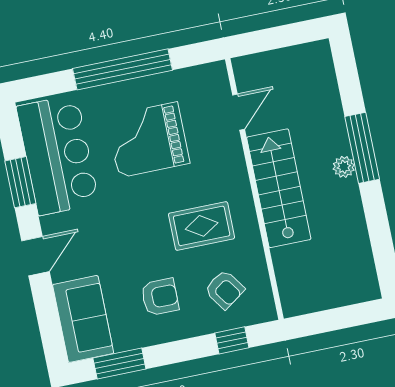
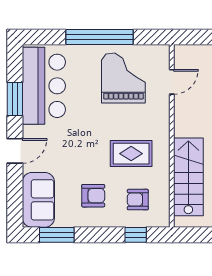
grand piano: (148, 140) -> (123, 78), moved, turned 90
stairs: (279, 188) -> (188, 177), moved
armchair: (225, 289) -> (138, 200), turned 125

